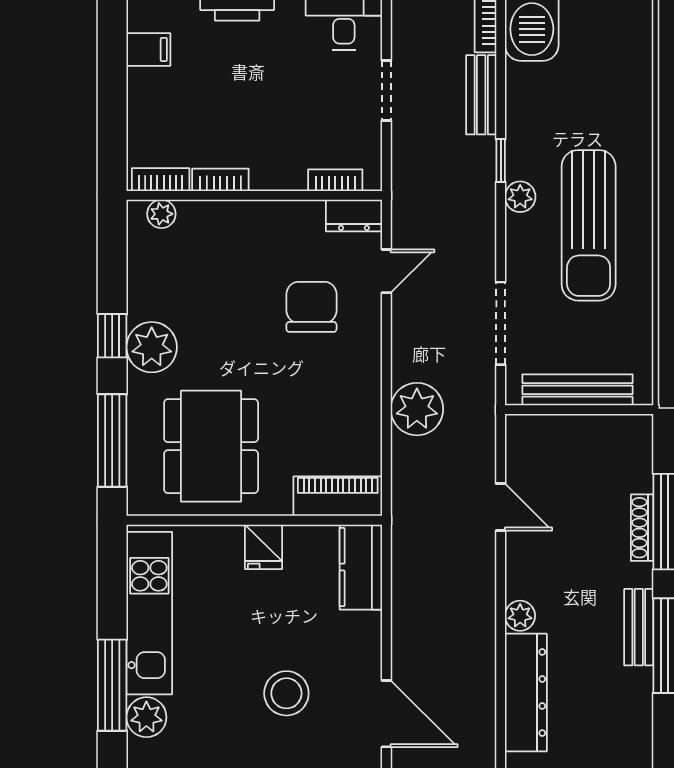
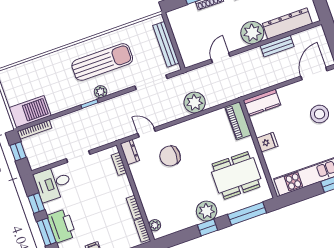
bench: (481, 95) -> (277, 46), moved
plant: (520, 616) -> (252, 33), width x1.88, depth x1.88

